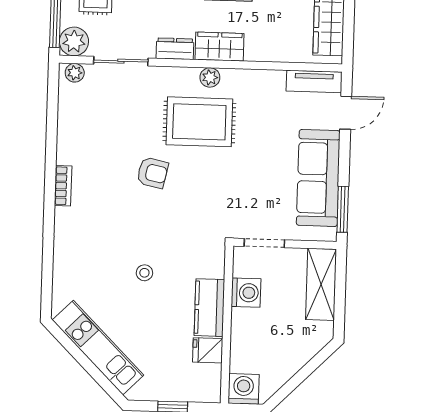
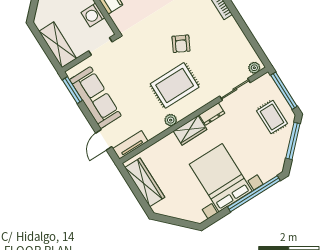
plant: (74, 41) -> (265, 83), removed
plant: (210, 77) -> (171, 120), moved
armchair: (152, 173) -> (181, 44), turned -75

